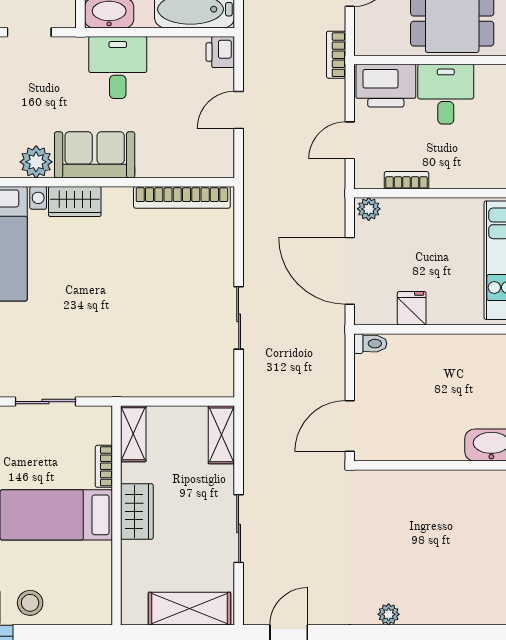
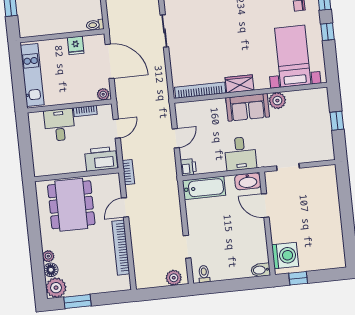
desk: (446, 94) -> (59, 125), moved, turned 180
wardrobe: (75, 202) -> (240, 84), moved

